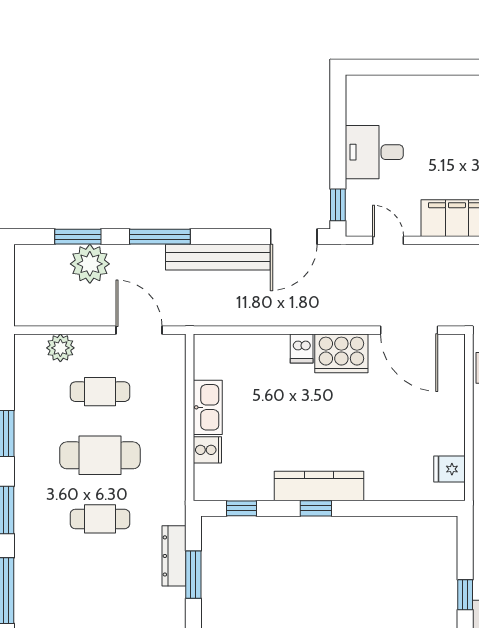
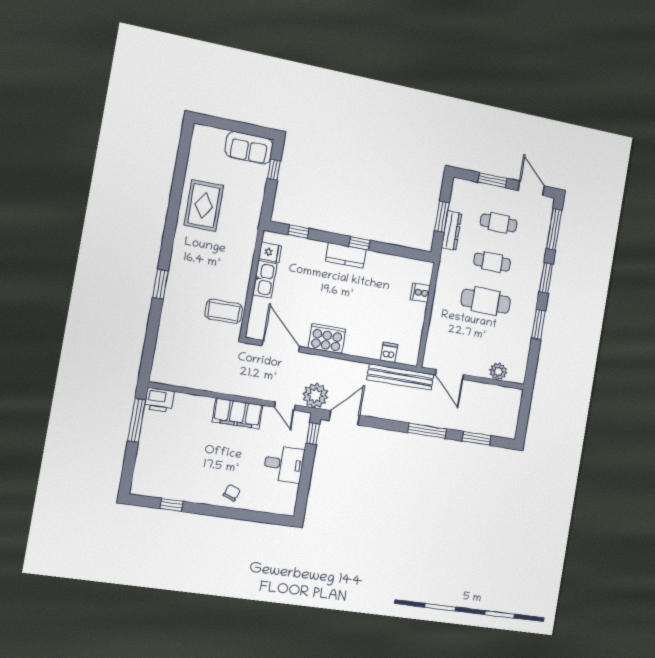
chair: (445, 98) -> (232, 493), added
bench: (218, 257) -> (400, 377), moved
plant: (90, 264) -> (315, 395), moved
dishwasher: (302, 348) -> (389, 352), moved
cafe table: (100, 392) -> (499, 223), moved
kitchen sink: (208, 407) -> (265, 279), moved, turned 180
kitchen counter: (319, 486) -> (346, 255), width x0.67
window: (241, 508) -> (298, 232), moved

